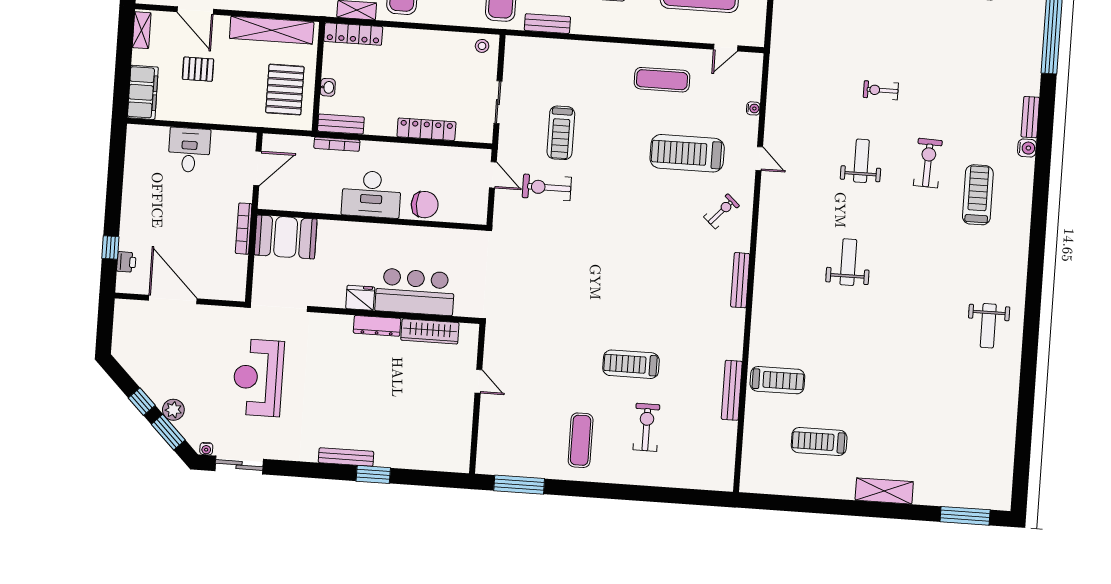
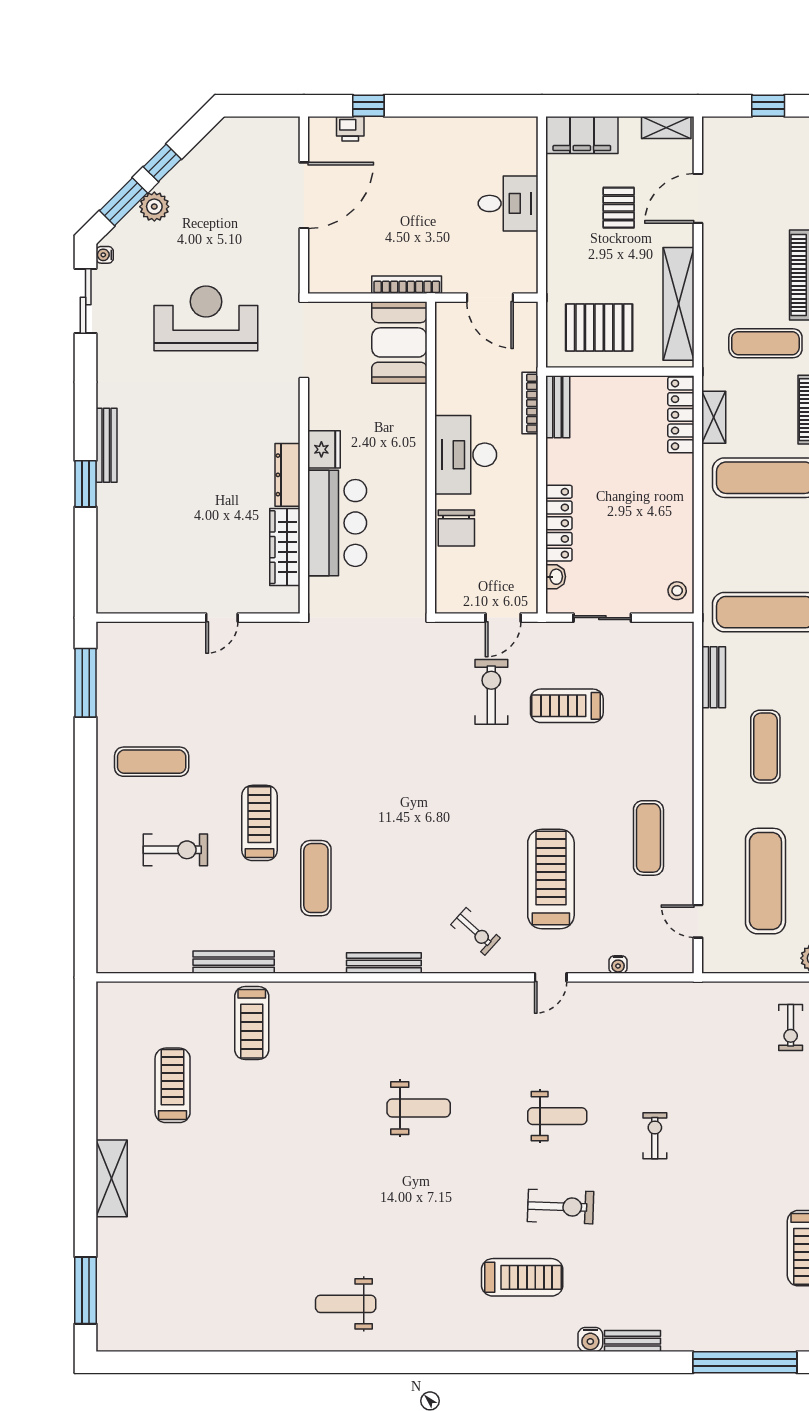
washbasin: (328, 87) -> (556, 577), moved, turned -90
exercise mat: (674, 326) -> (316, 878), added

